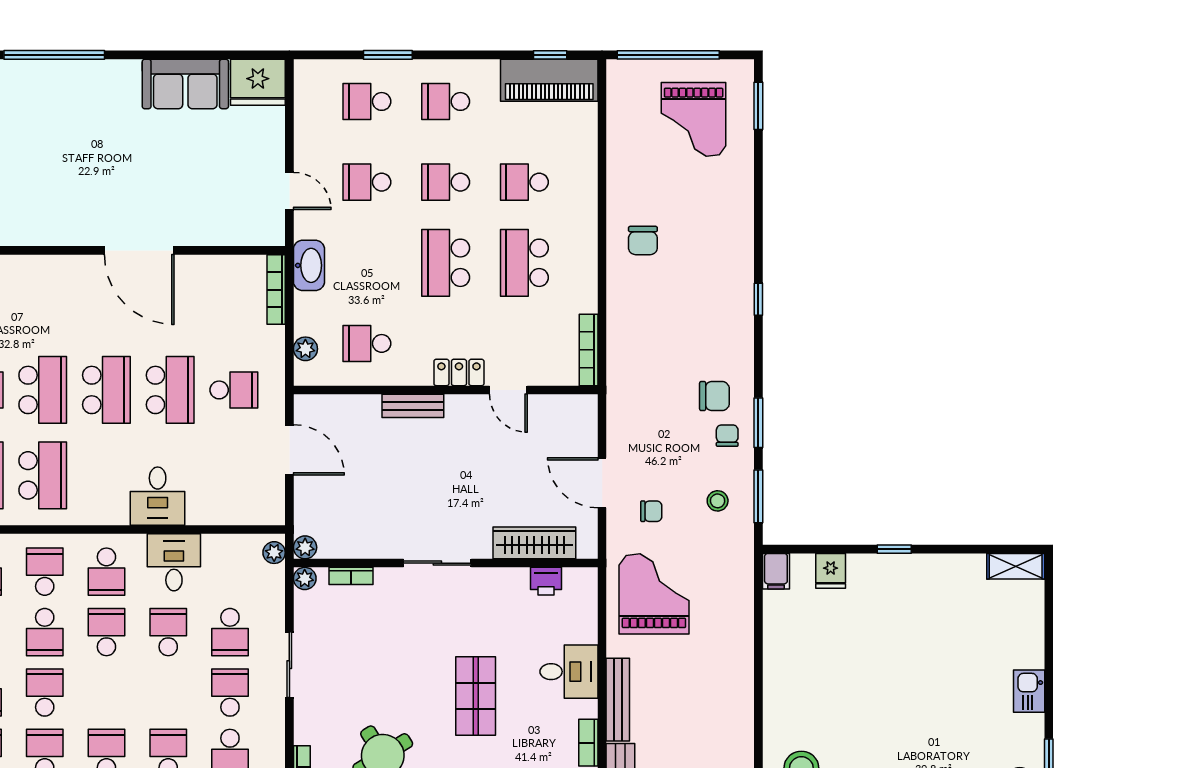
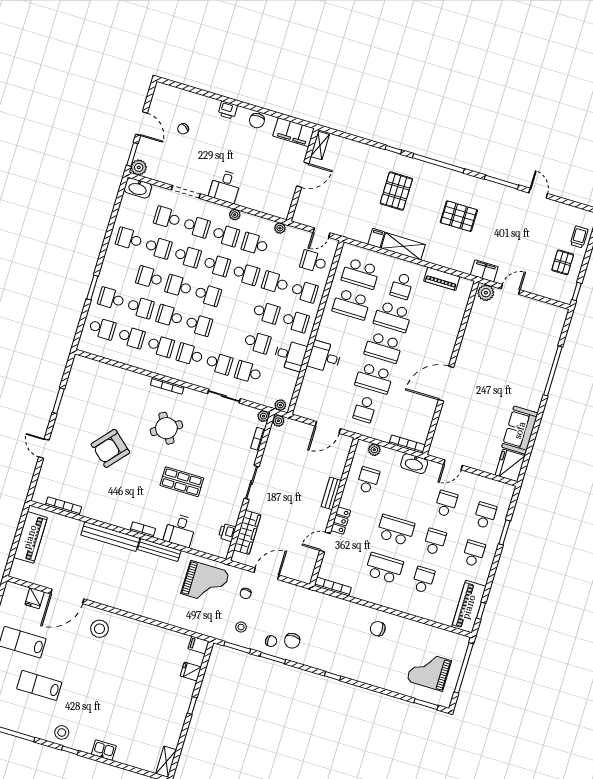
school desk: (106, 572) -> (295, 321), turned 180

